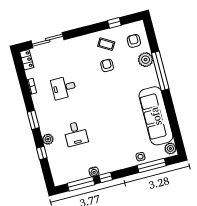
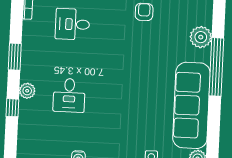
plant: (146, 60) -> (201, 37), moved
window: (160, 71) -> (216, 67), moved

